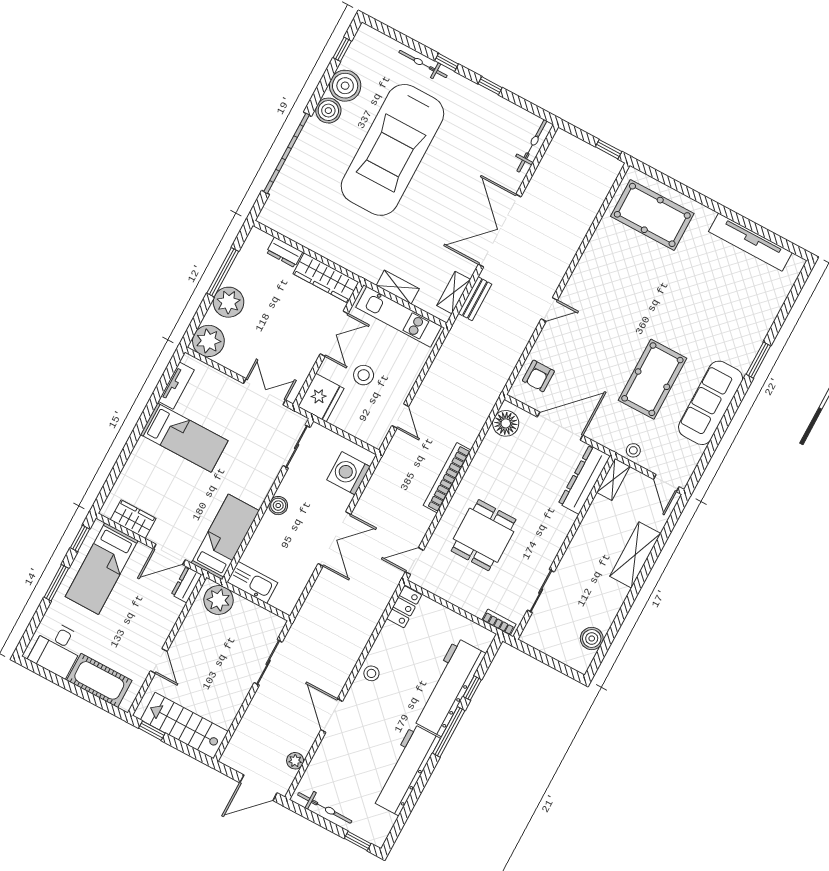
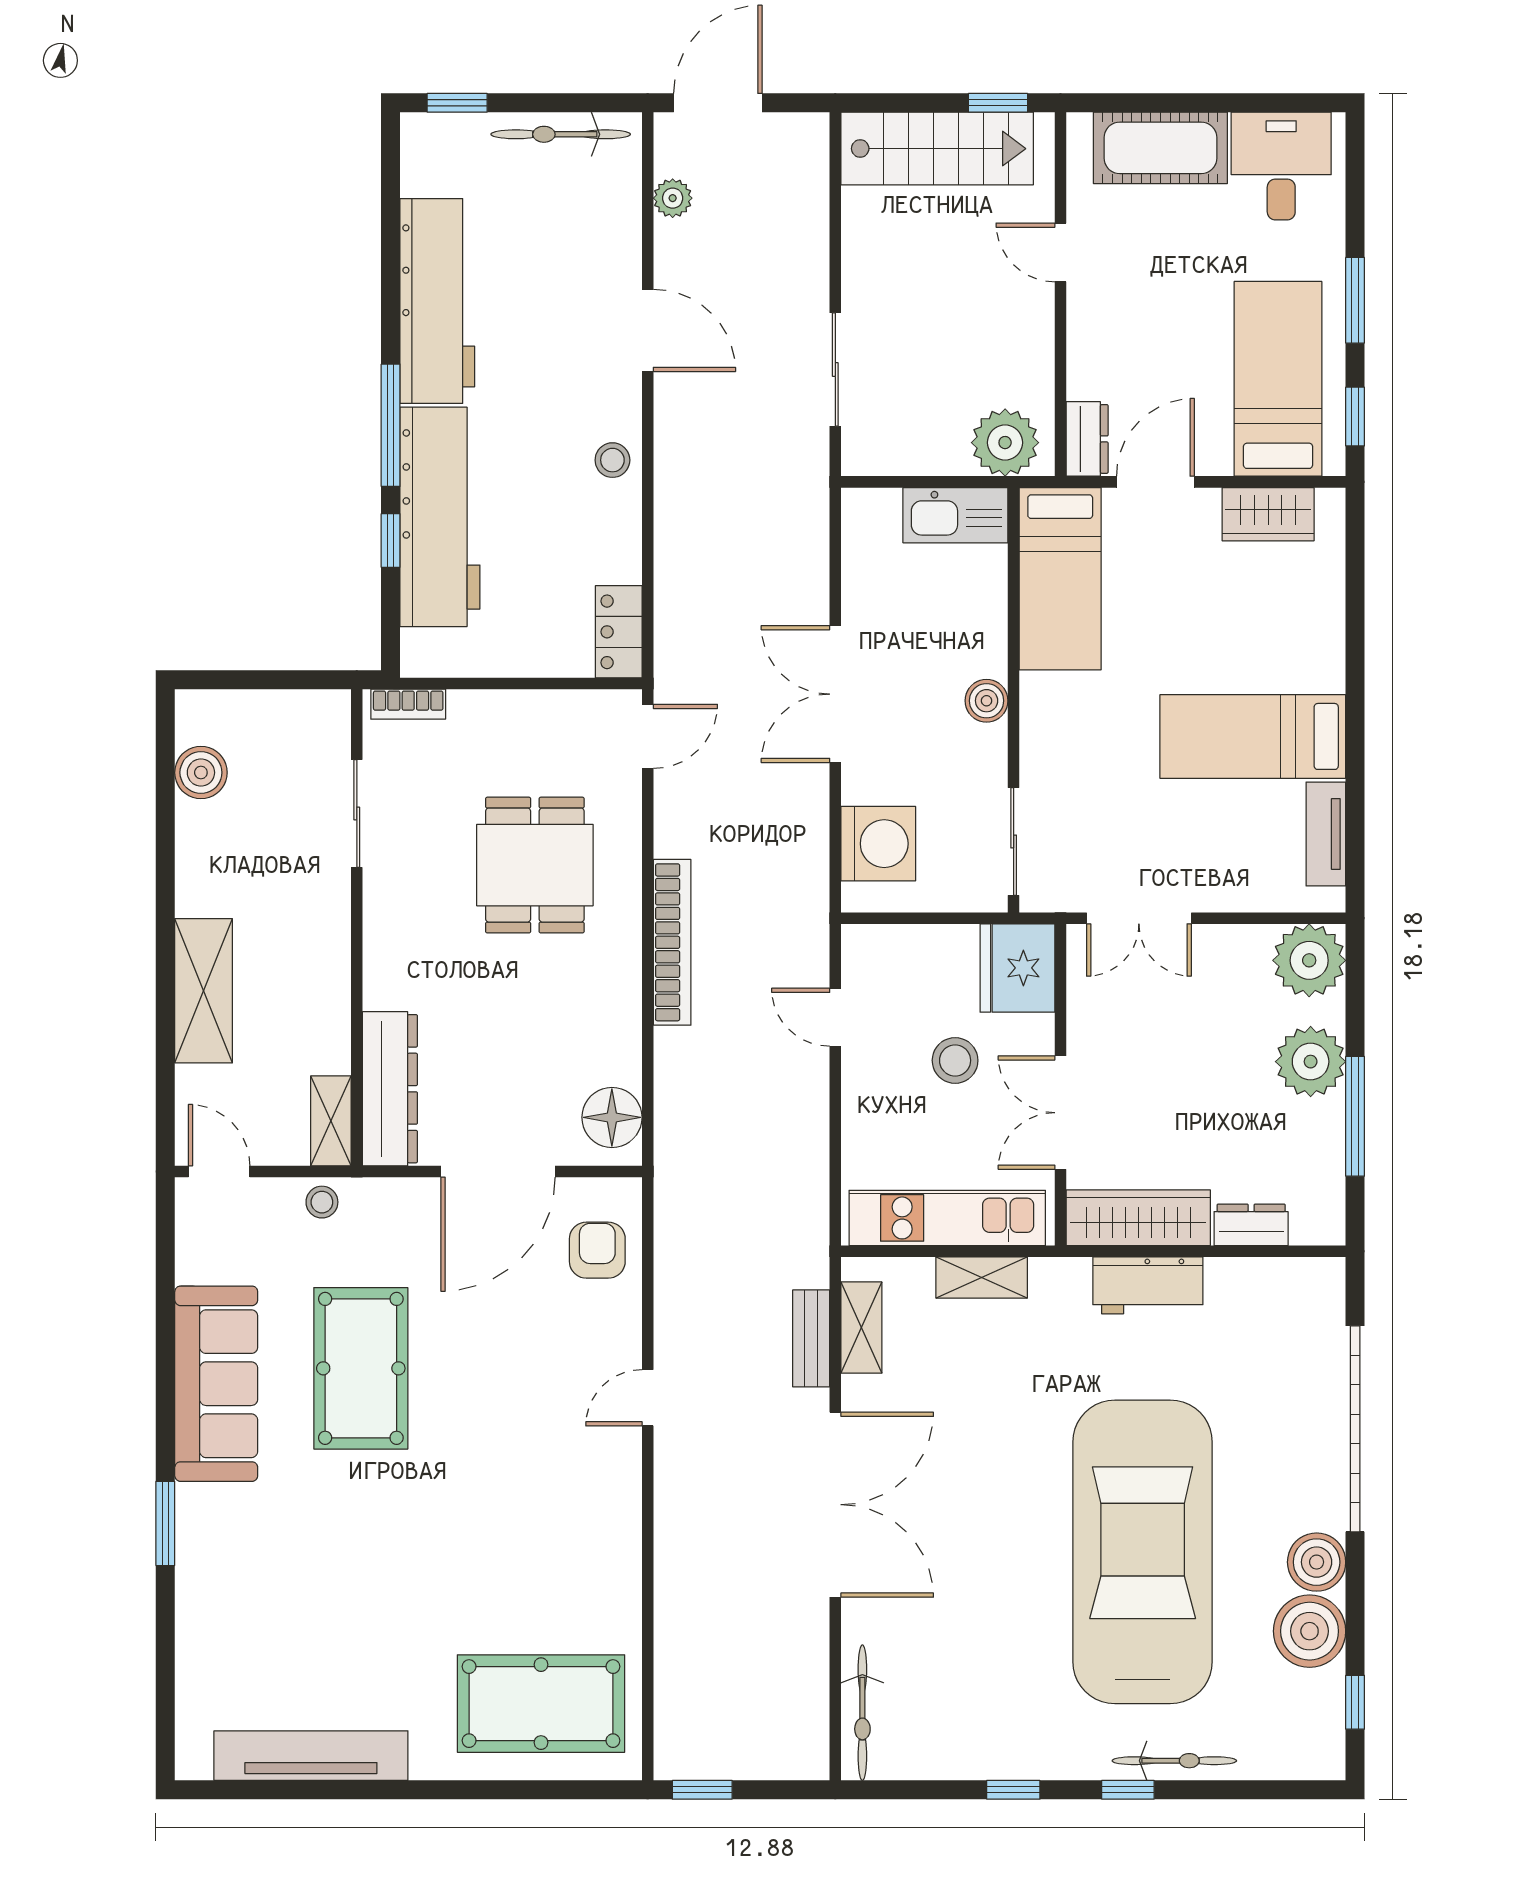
workbench: (336, 250) -> (1148, 1285), added

